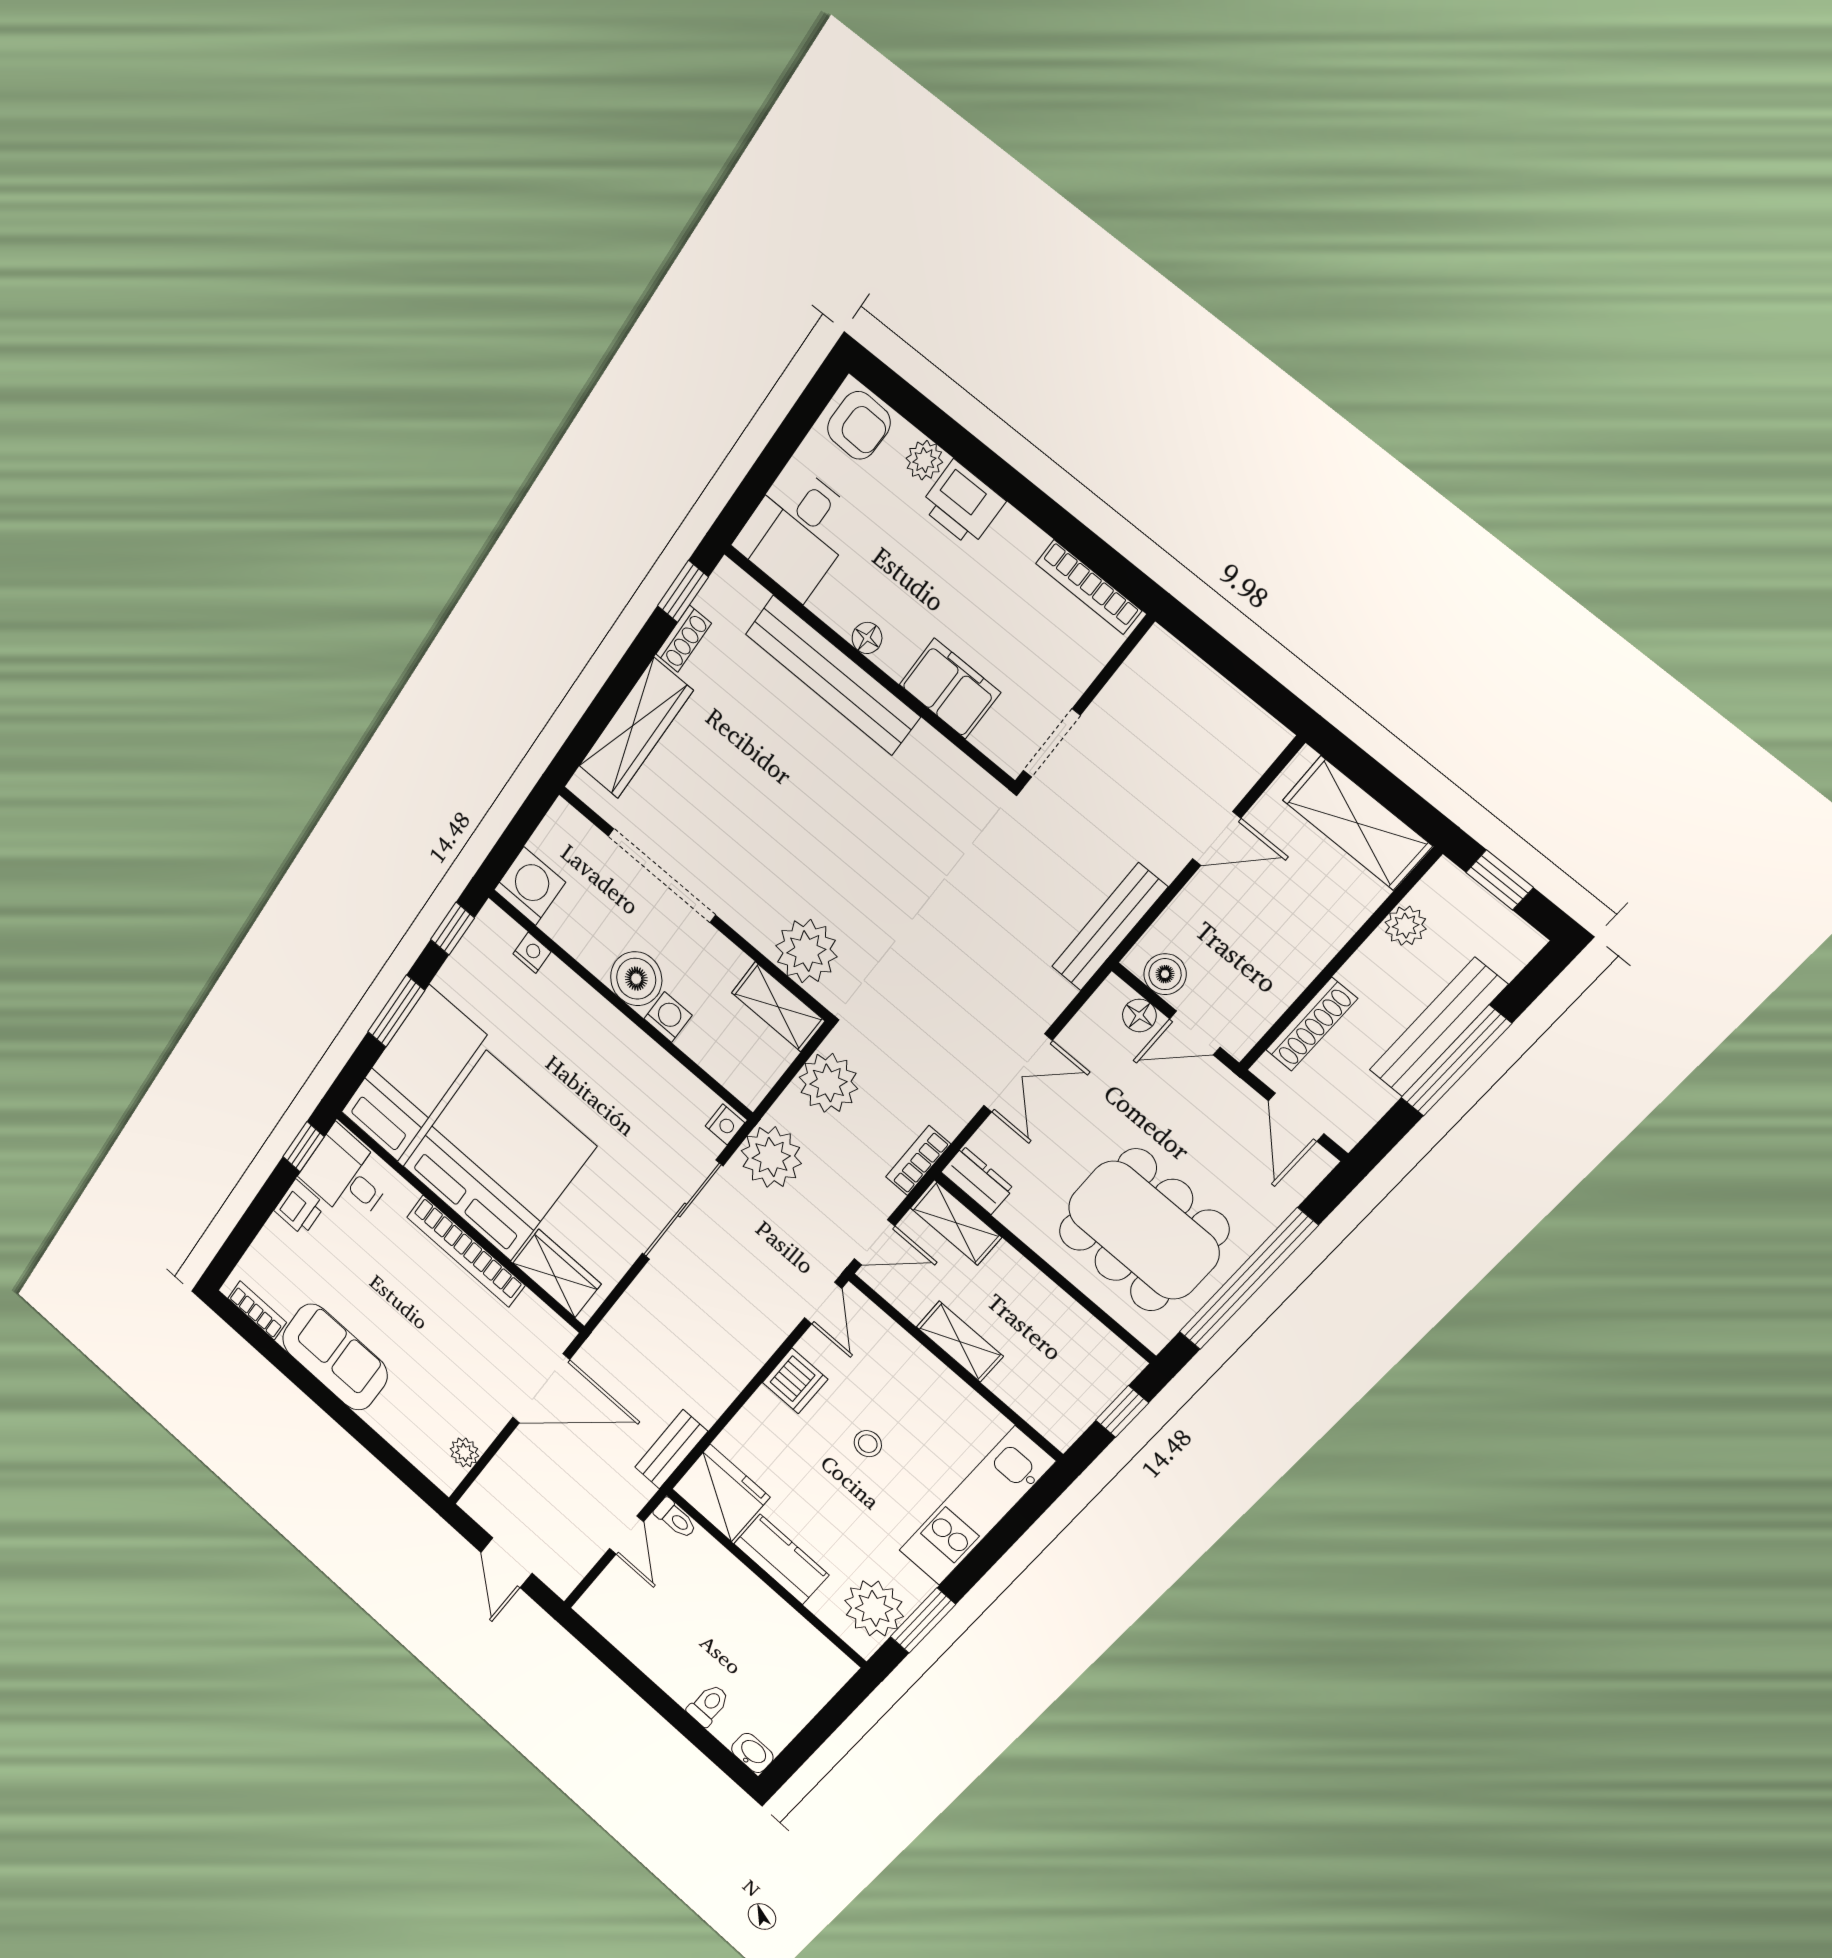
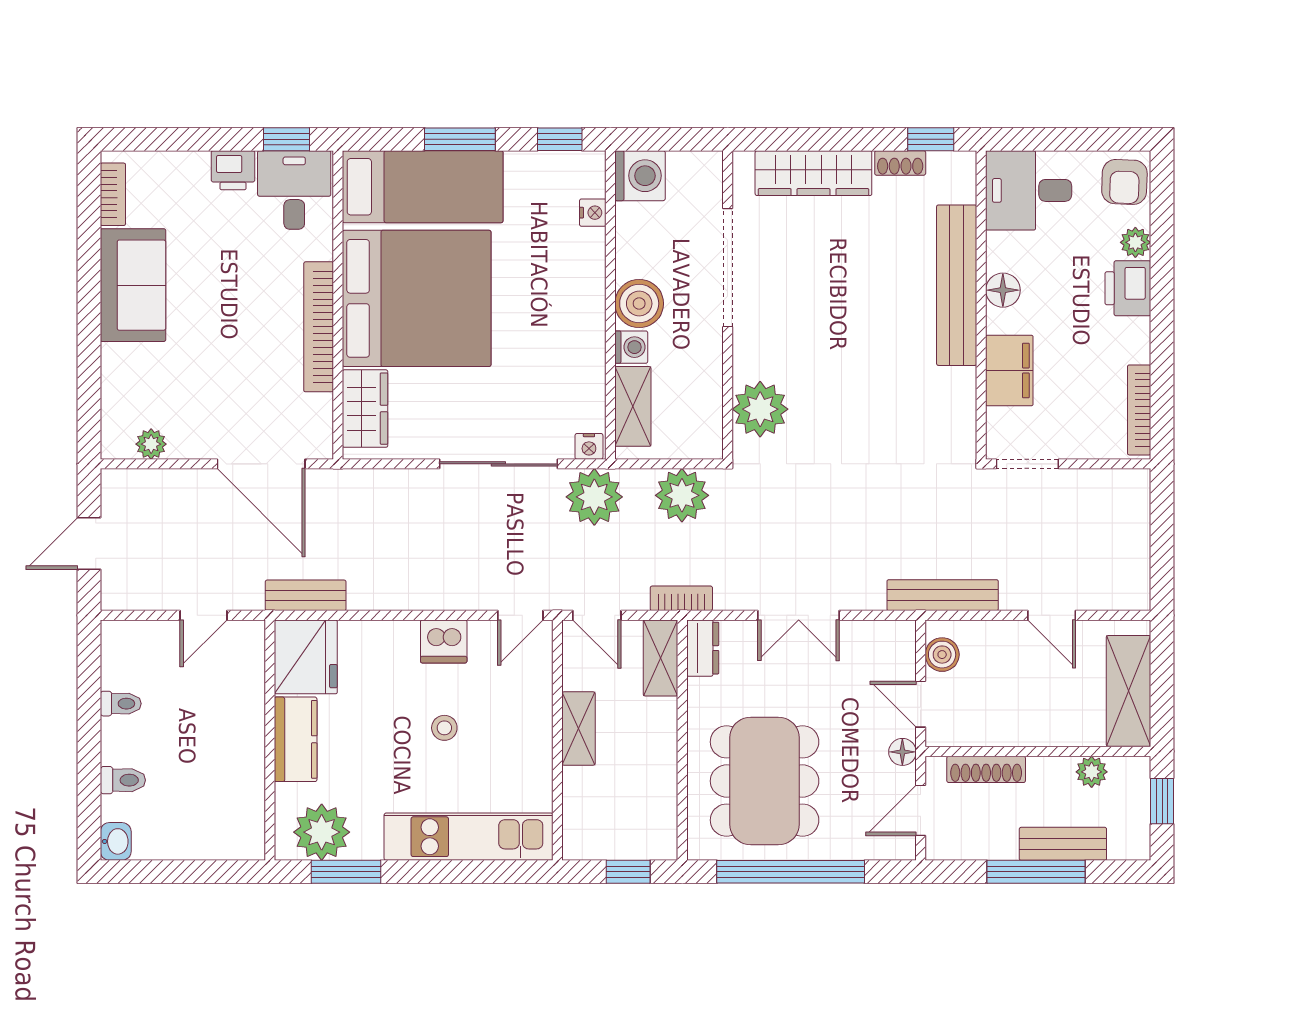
floor lamp: (867, 638) -> (1003, 290), width x1.37, depth x1.37
shelving: (778, 1007) -> (633, 406), moved
floor lamp: (1139, 1015) -> (902, 752), moved
bench: (1438, 1027) -> (1063, 844), width x0.73
toilet: (675, 1518) -> (121, 704), moved, turned -90

